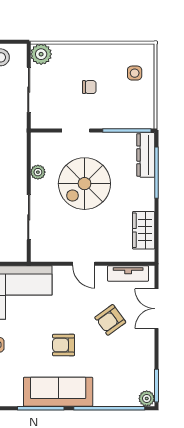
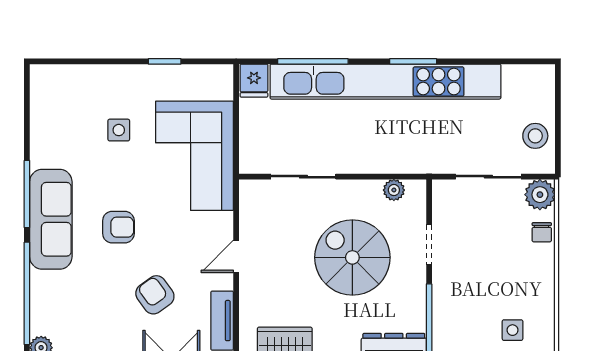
chair: (89, 87) -> (542, 232), moved
plant: (38, 172) -> (394, 190), moved
armchair: (64, 345) -> (118, 227), turned 90

